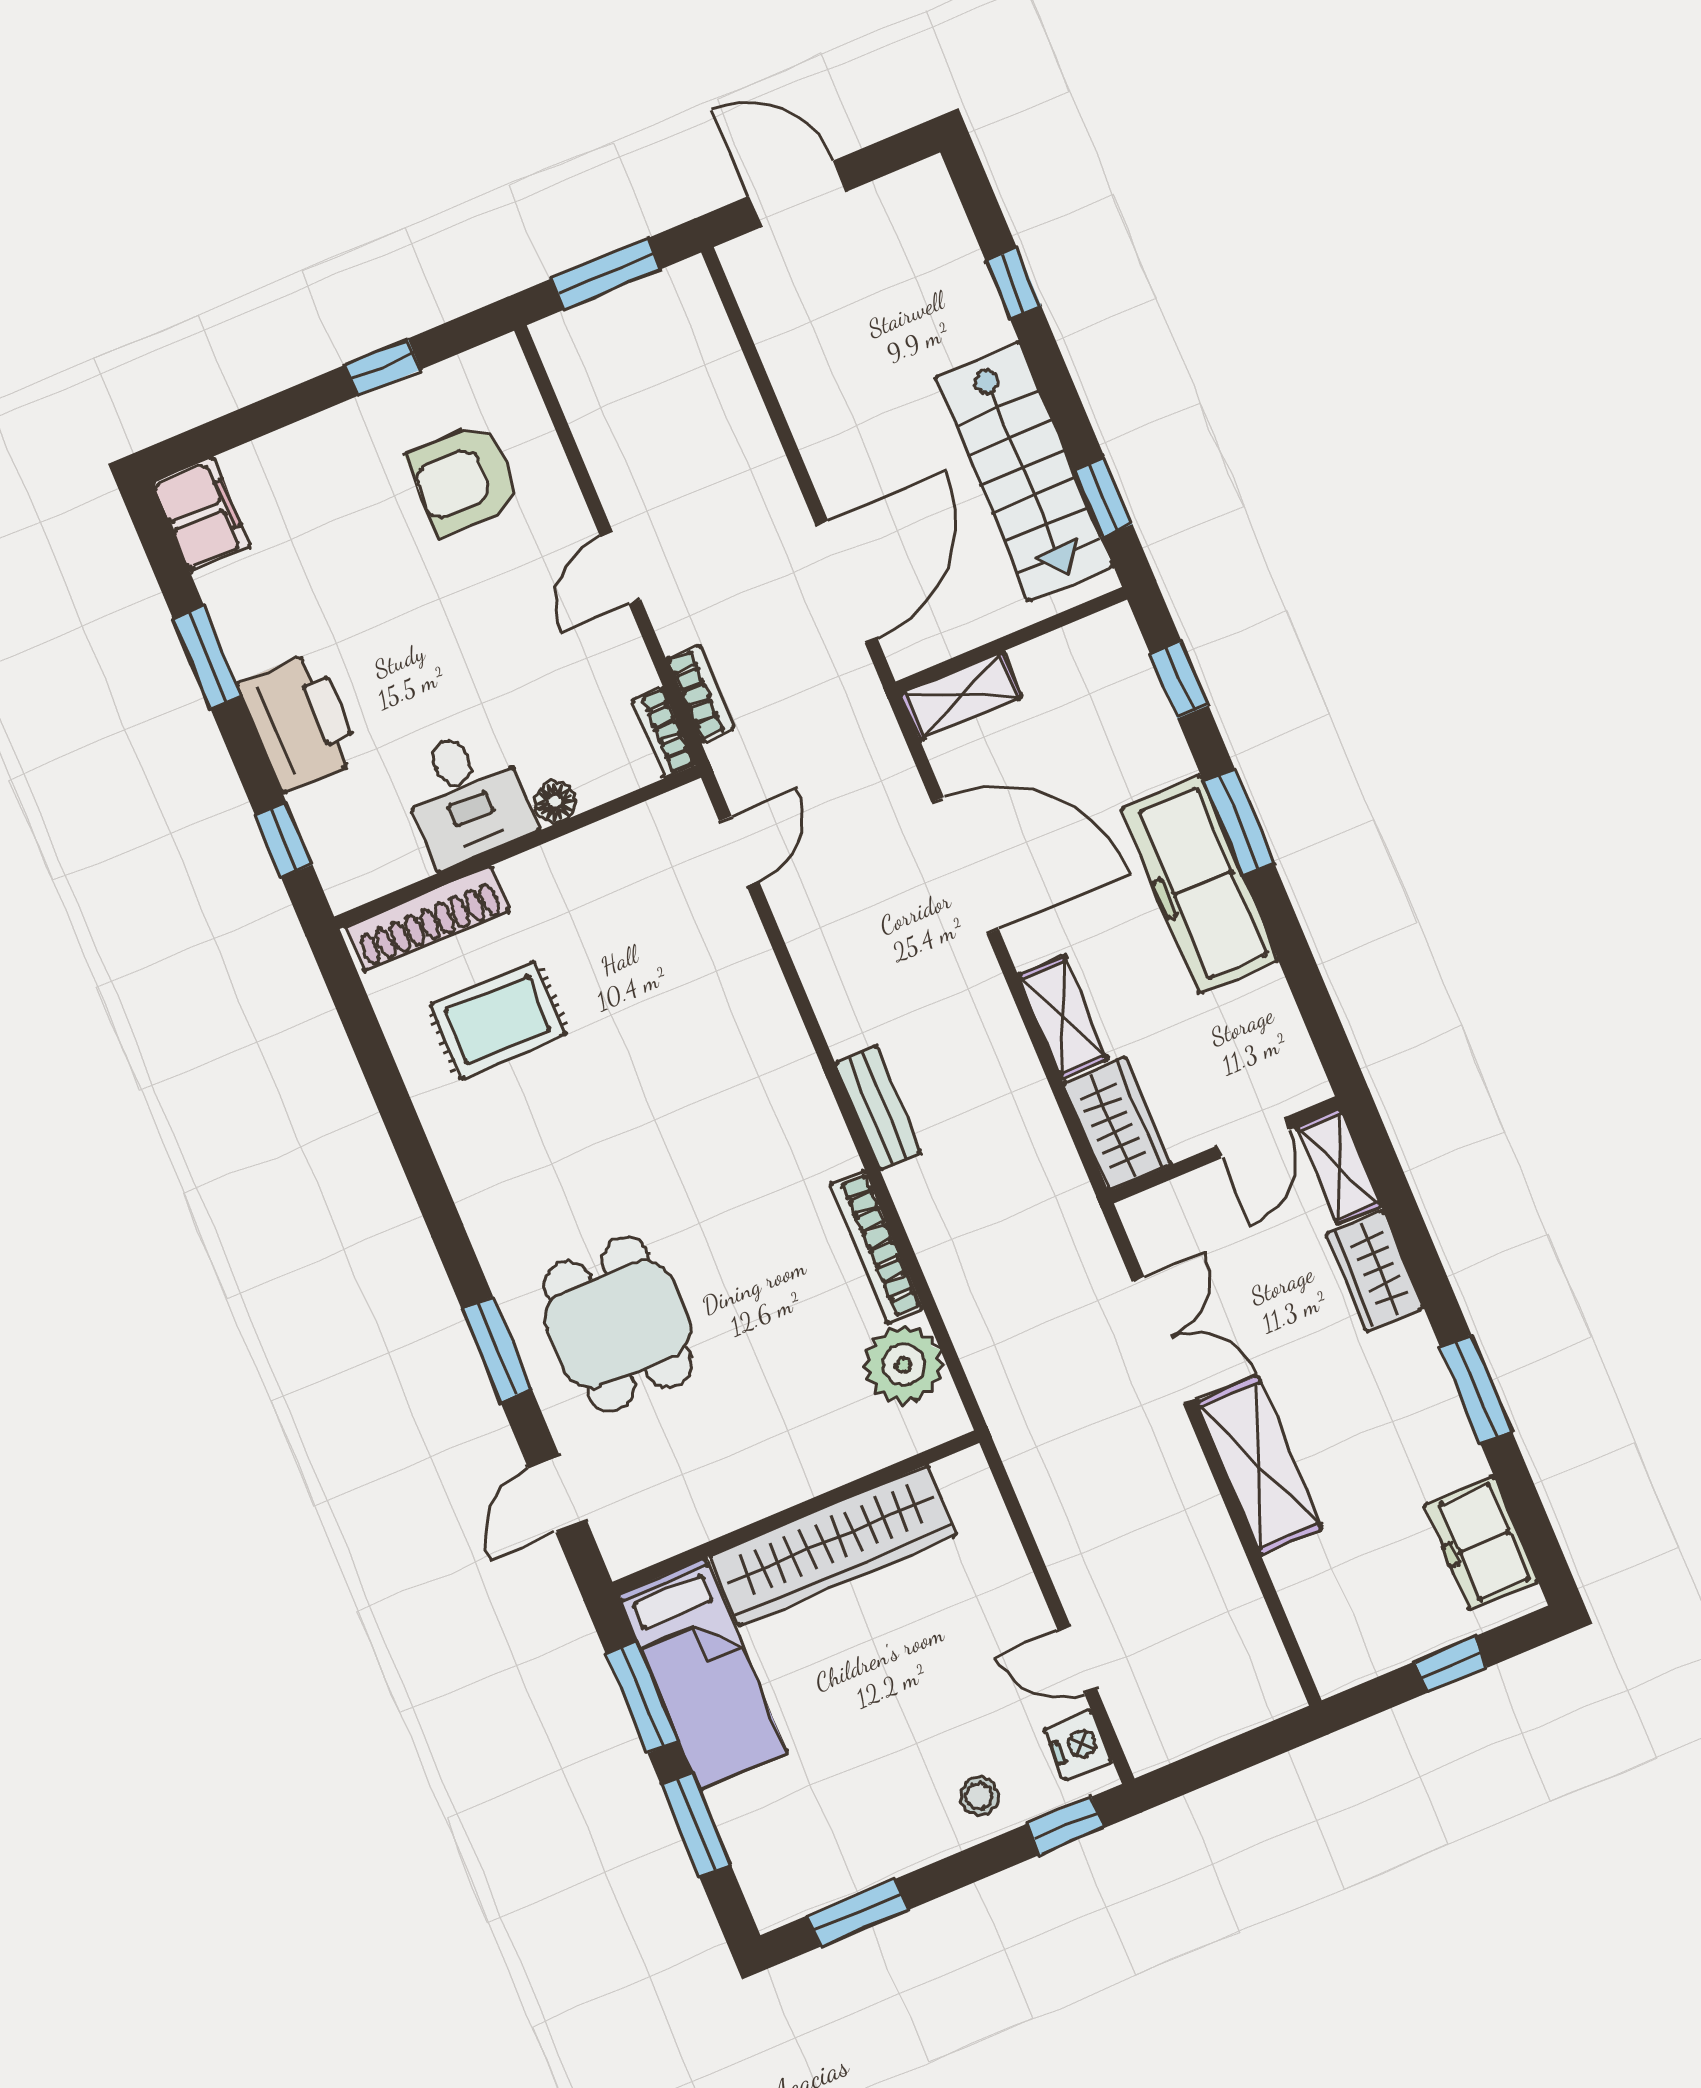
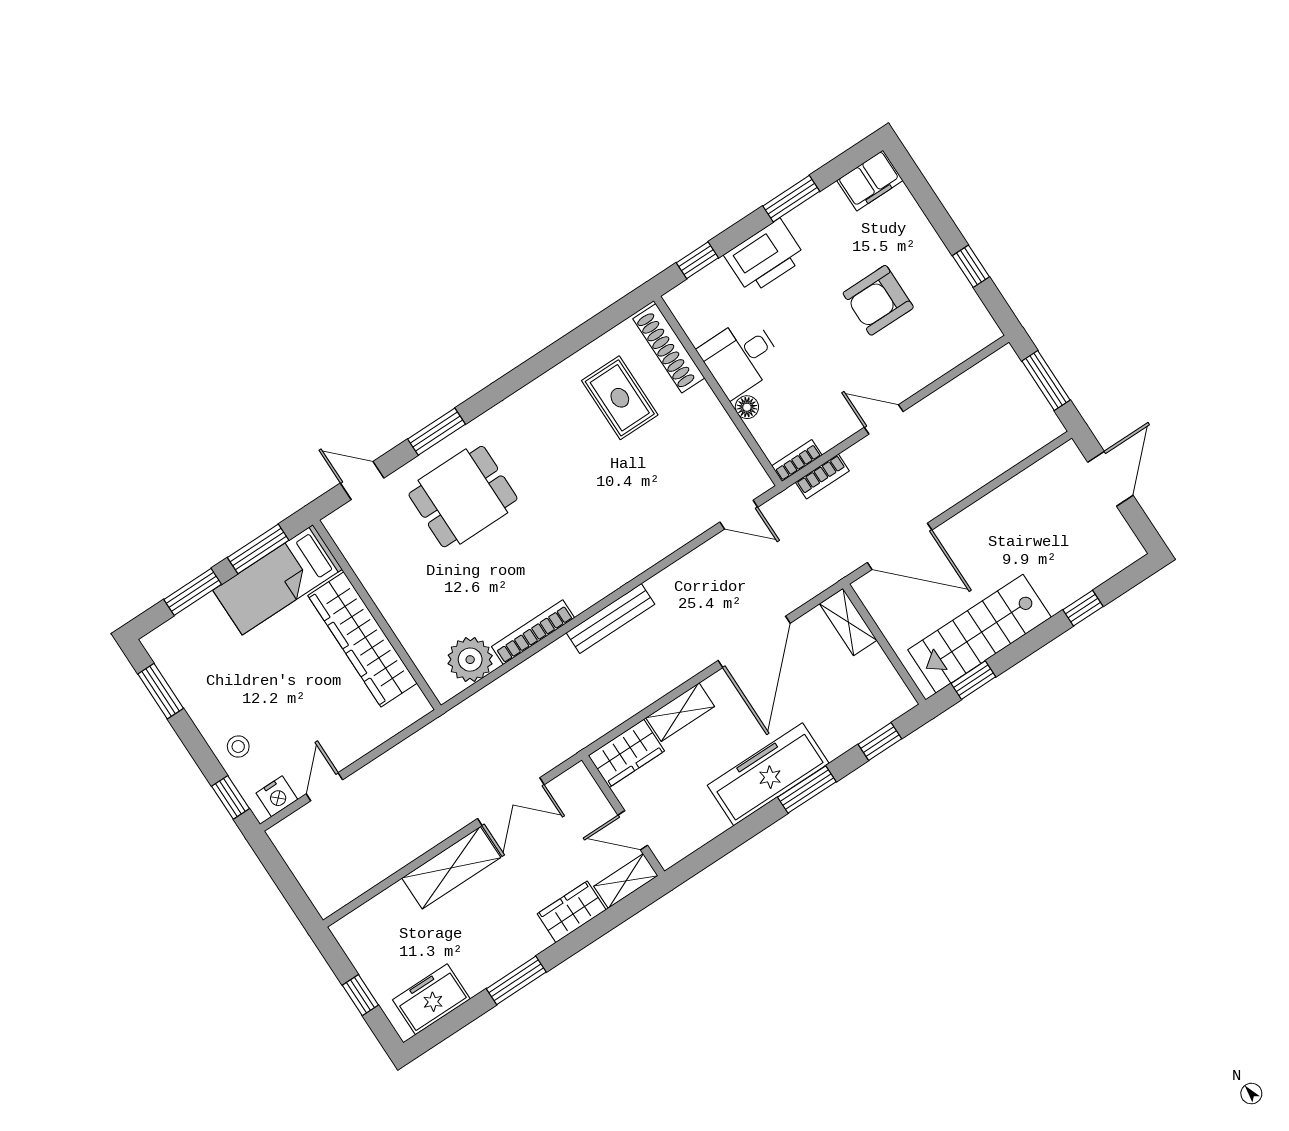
armchair: (464, 479) -> (878, 300), moved, turned -90
bench: (878, 1108) -> (611, 618), width x1.36

